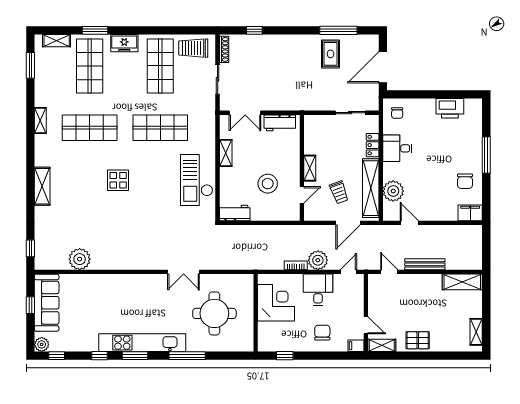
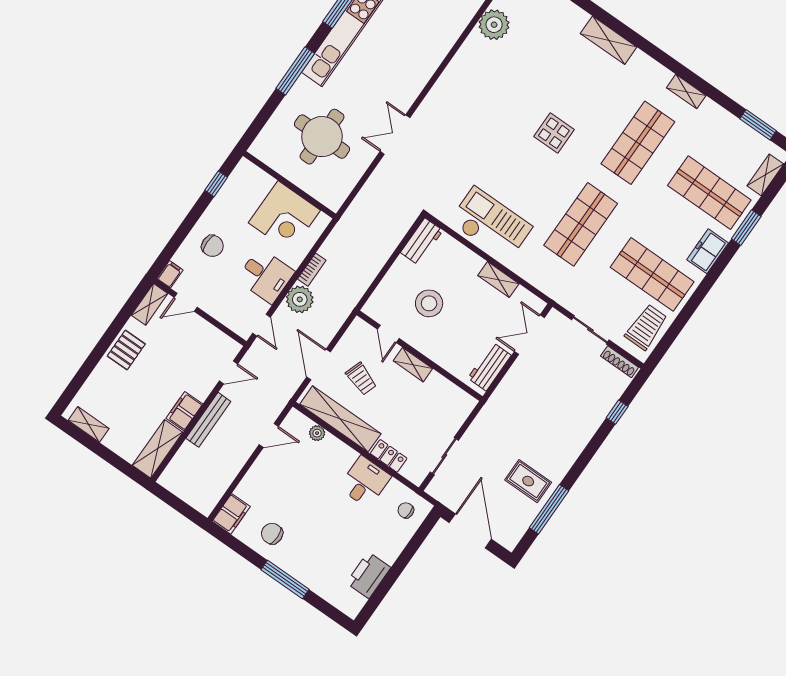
plant: (393, 191) -> (317, 433), width x0.53, depth x0.53
trolley: (339, 192) -> (361, 379), turned -141
filing cabinet: (430, 282) -> (184, 411), added

